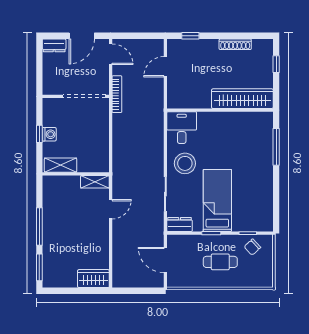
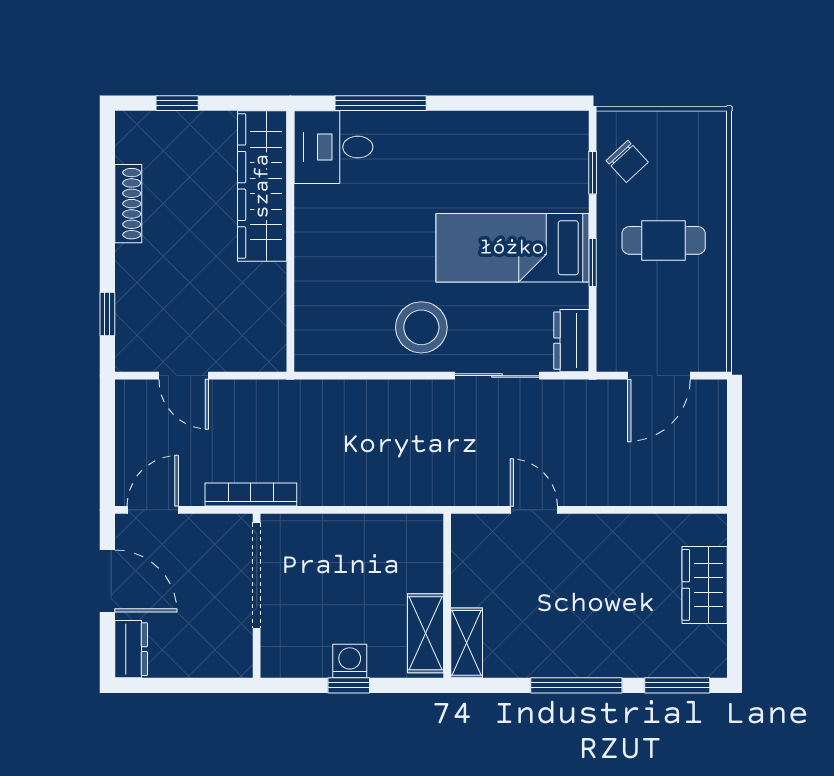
desk: (182, 128) -> (333, 147), moved
shelving: (95, 182) -> (467, 643), moved
cafe table: (220, 262) -> (664, 240), turned 90
wardrobe: (93, 279) -> (705, 585), moved

